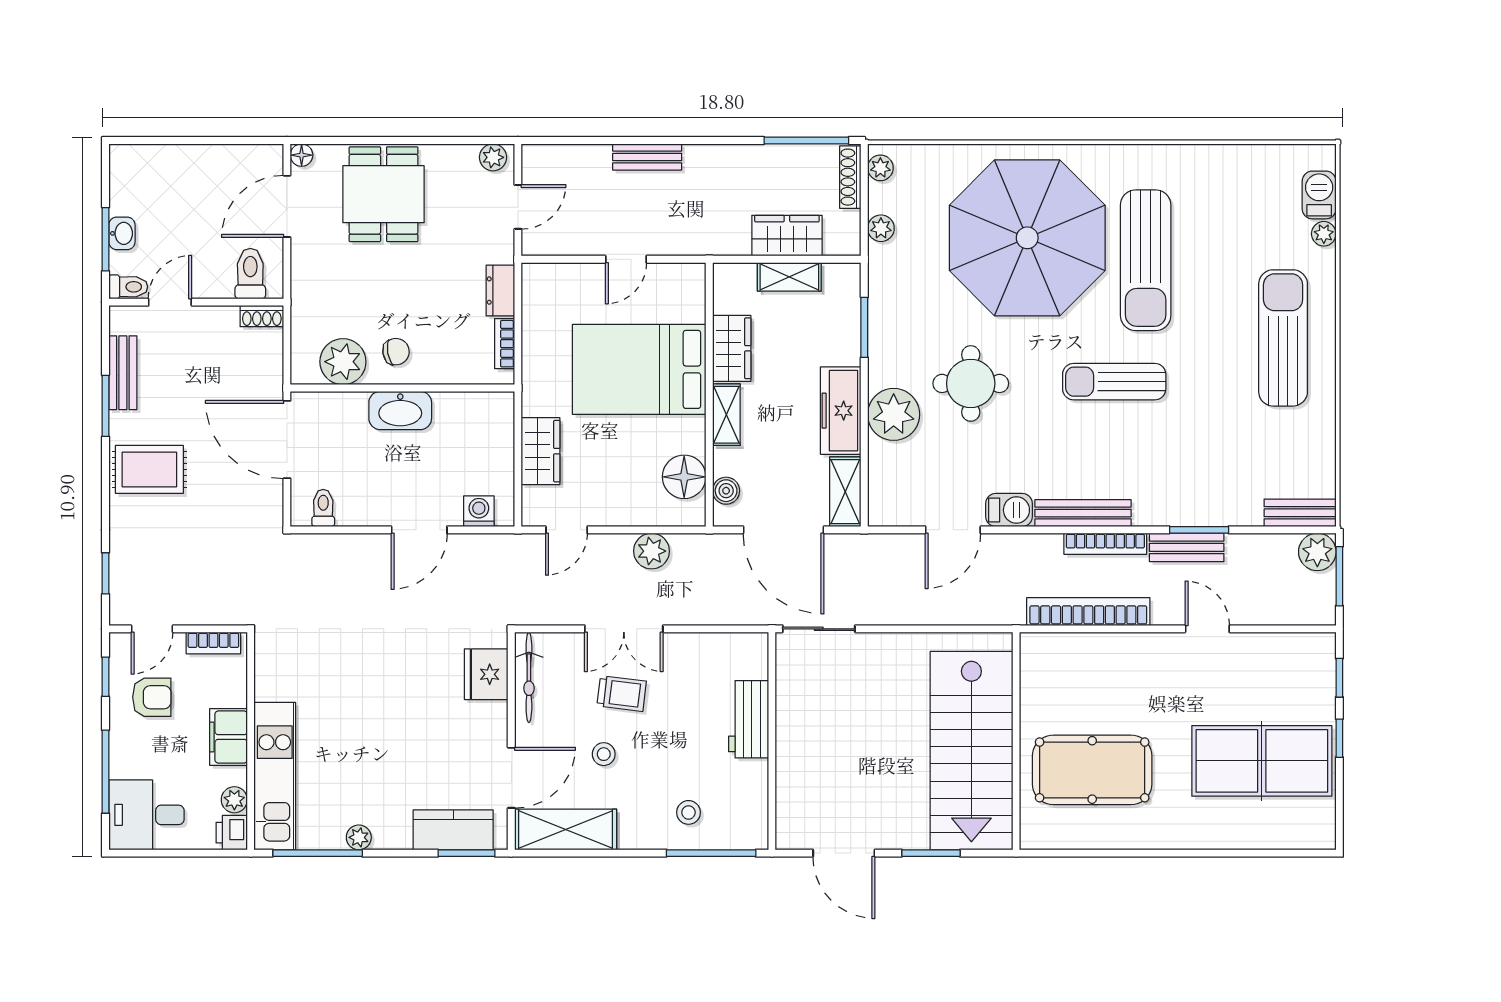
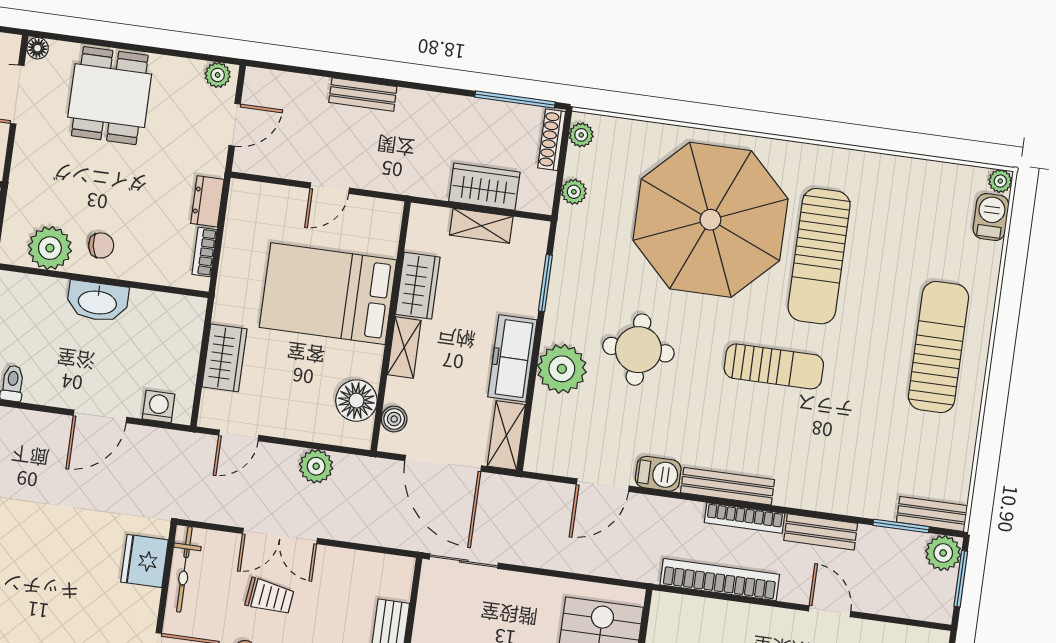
plant: (1324, 234) -> (1000, 181), moved
sun lounger: (1114, 382) -> (774, 366), turned 180
window: (1199, 530) -> (901, 526), moved

